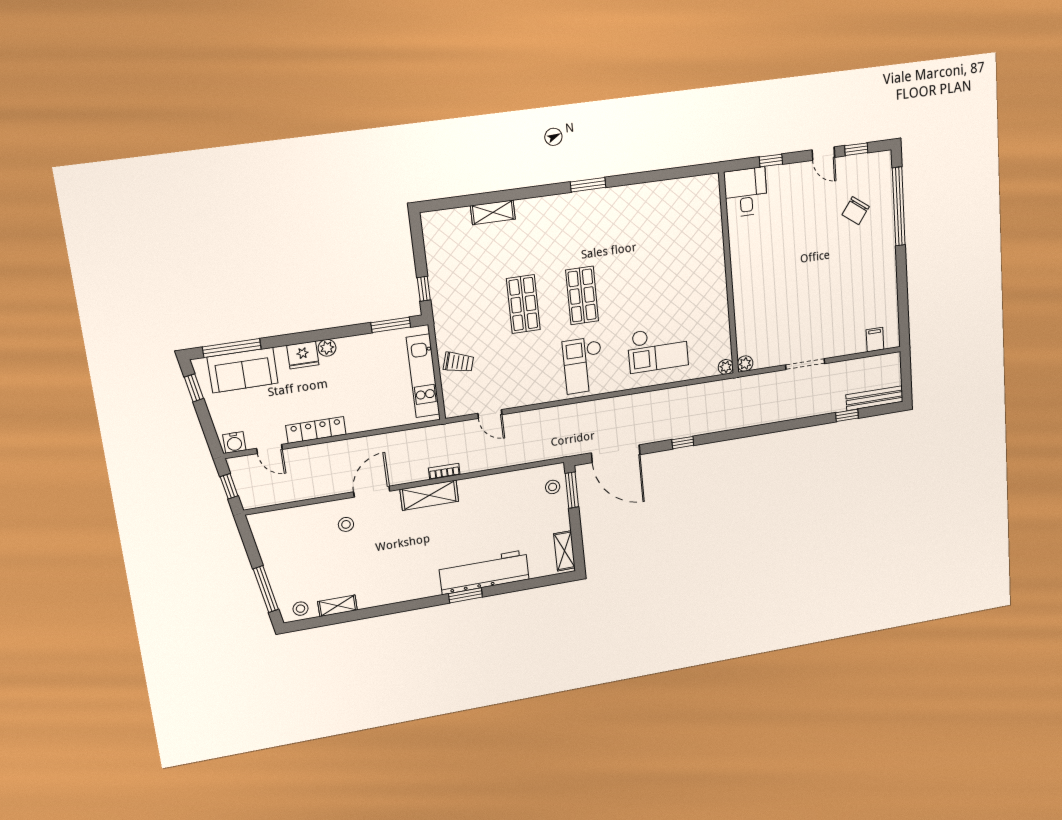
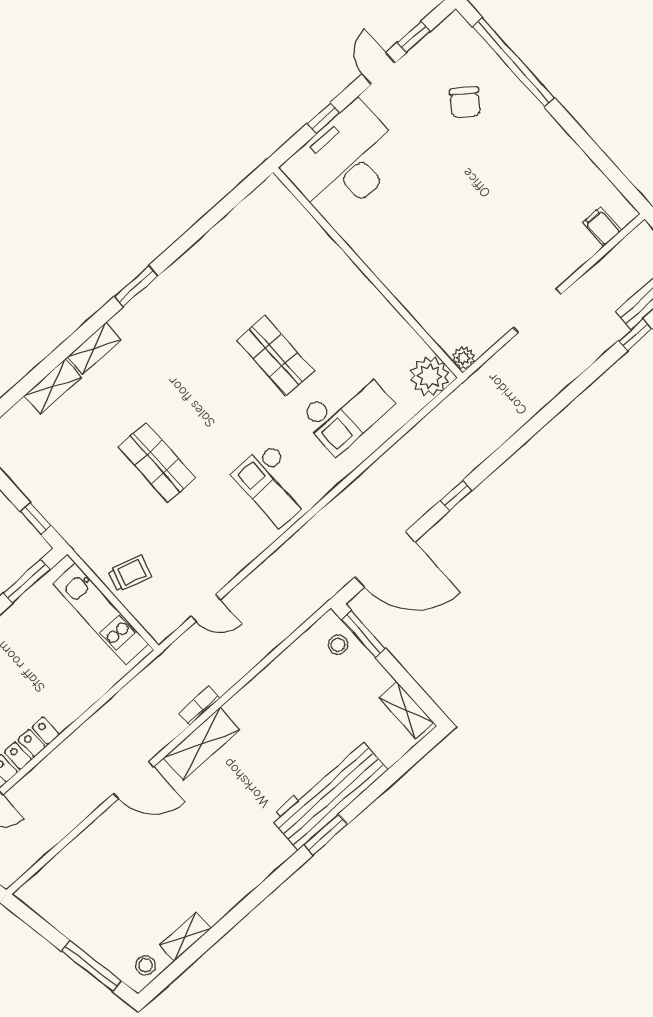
door: (823, 154) -> (379, 69), swing flipped
desk: (746, 192) -> (345, 162), width x1.87, depth x1.30
shelving: (535, 206) -> (94, 349), added
shop shelf: (582, 296) -> (275, 356), moved
plant: (726, 367) -> (430, 376), width x1.88, depth x1.88
door: (372, 492) -> (134, 780), swing flipped
stool: (346, 524) -> (130, 836), removed

